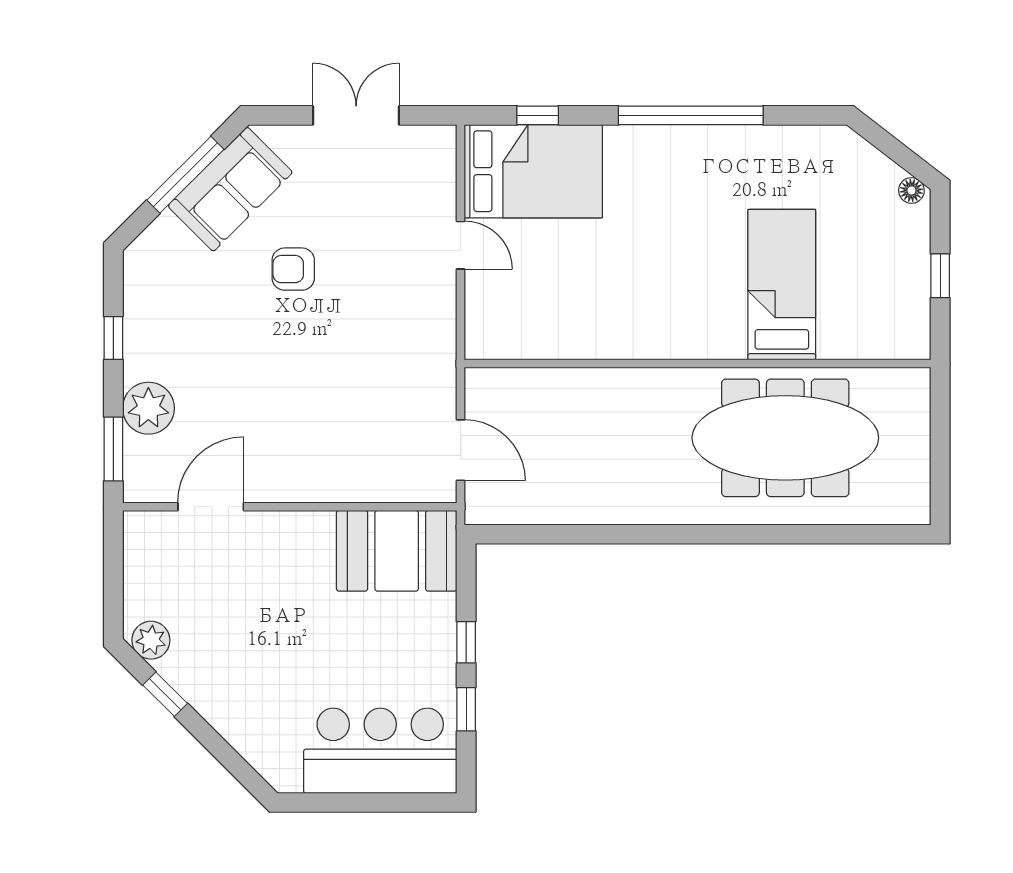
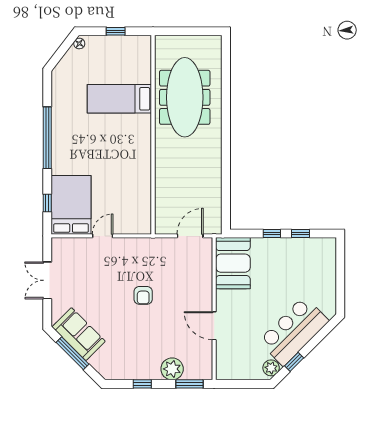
armchair: (293, 269) -> (143, 295), moved
door: (211, 507) -> (214, 326), moved
bar counter: (380, 751) -> (294, 331), moved, turned 45

